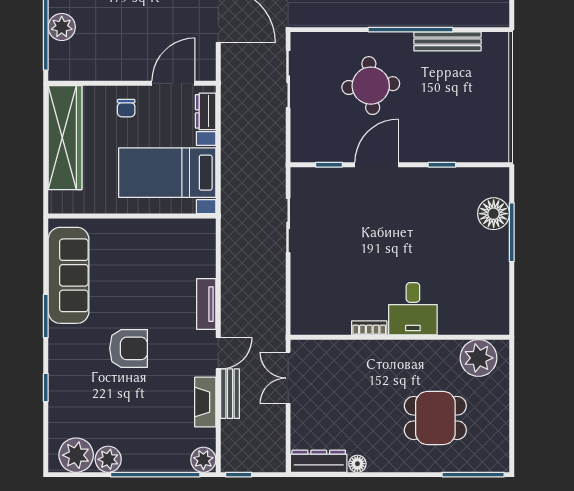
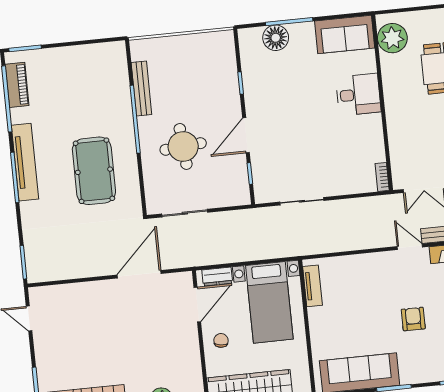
door: (173, 83) -> (197, 305), swing flipped
chair: (126, 108) -> (221, 340), turned -81
door: (377, 165) -> (246, 135), hinge flipped
sofa: (489, 299) -> (345, 34), added
tv unit: (206, 304) -> (312, 286), moved, turned -90
bookcase: (369, 328) -> (382, 177), moved
armchair: (129, 348) -> (413, 319), width x0.72, depth x0.72

